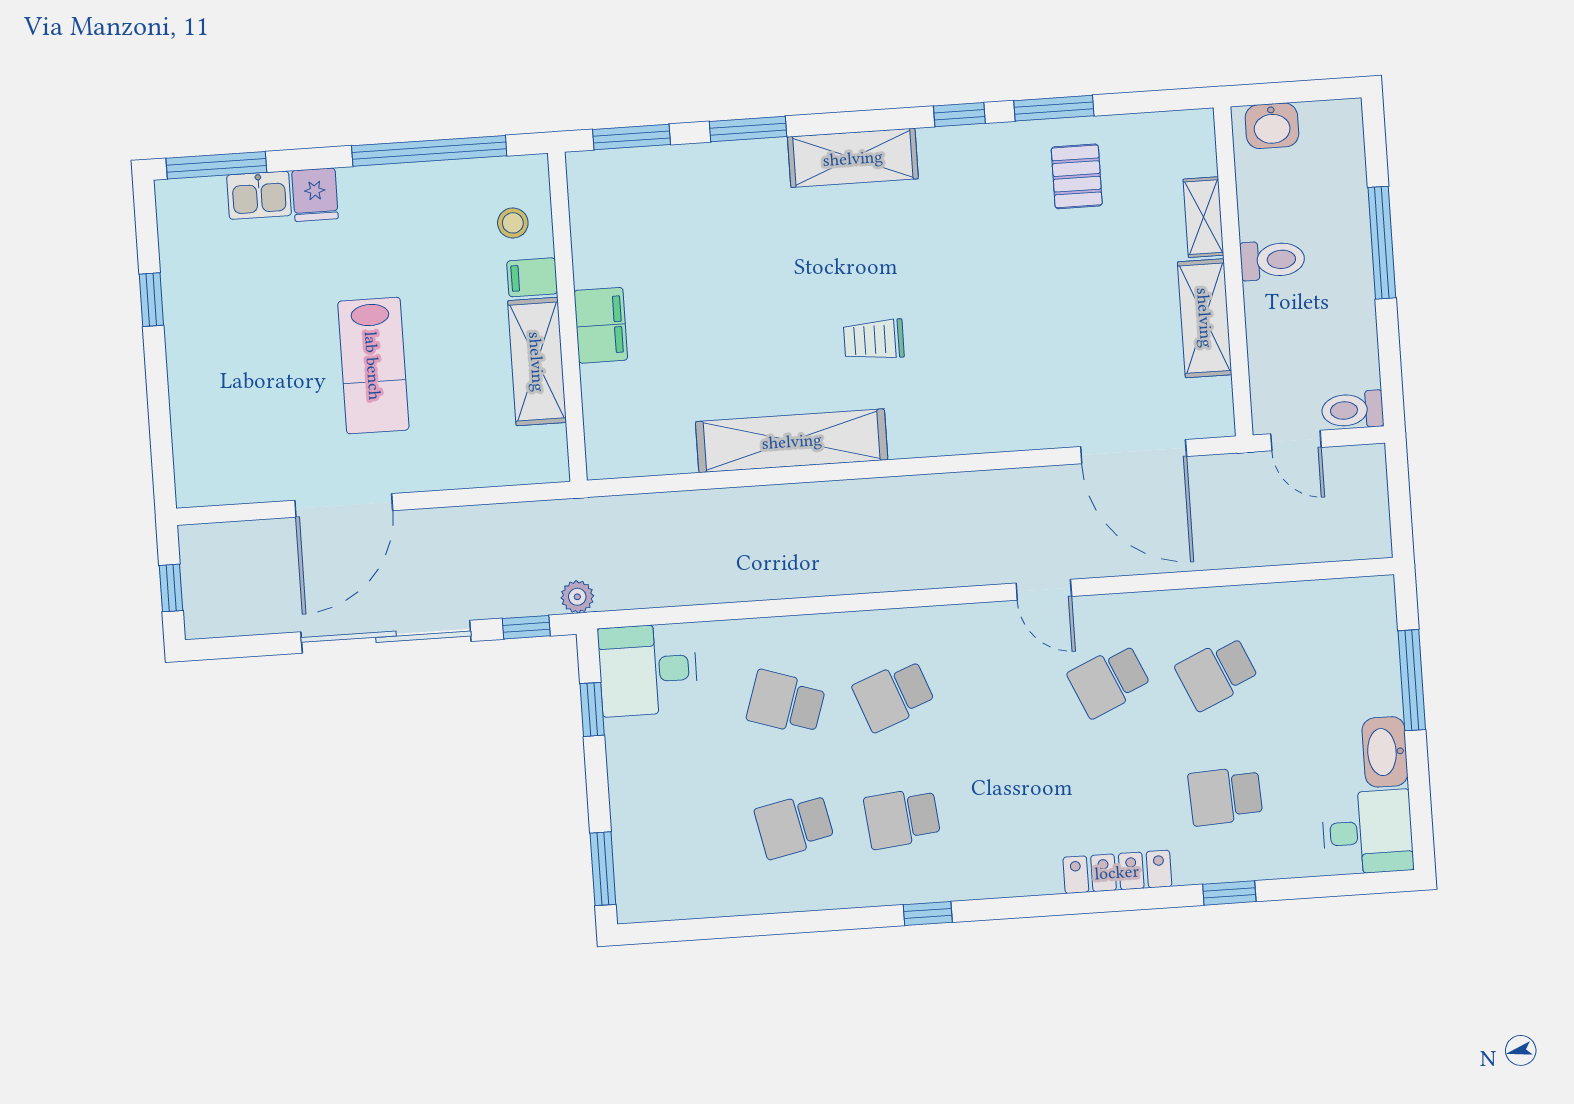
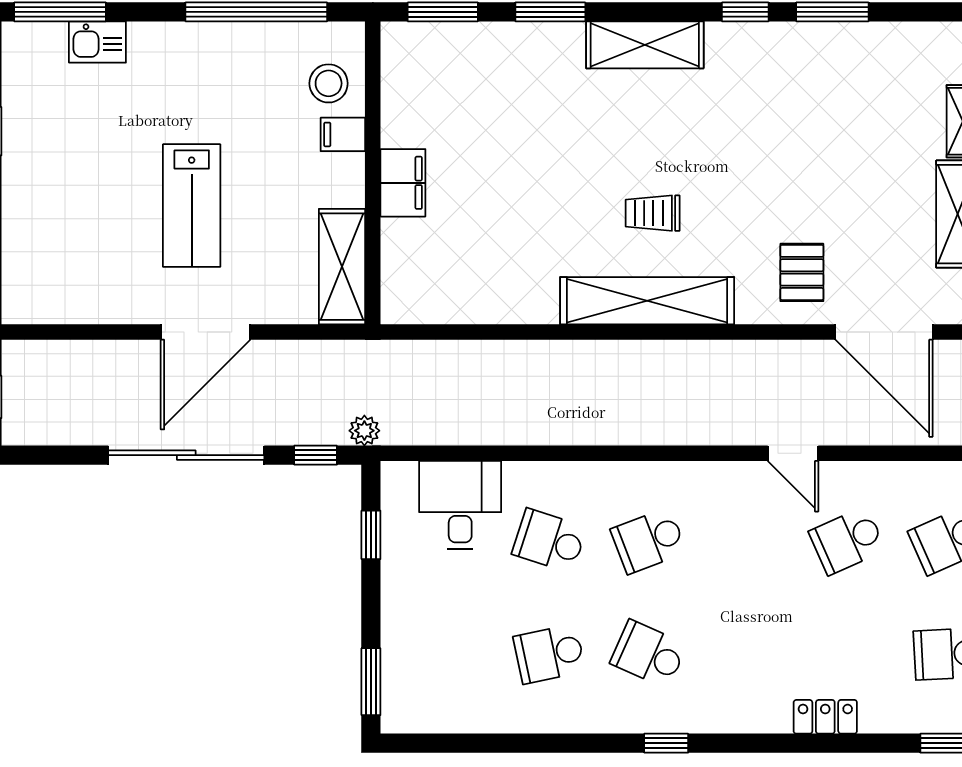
pallet: (1077, 176) -> (802, 272), moved
fridge: (315, 195) -> (149, 45), removed
stool: (513, 223) -> (329, 83), width x1.37, depth x1.37
shelving: (537, 362) -> (342, 267), moved
shelving: (792, 441) -> (647, 301), moved
door: (344, 505) -> (206, 332), moved
desk: (648, 670) -> (460, 505), moved, turned 90
school desk: (902, 818) -> (649, 654), turned 30
locker: (1117, 872) -> (825, 717), width x0.66

